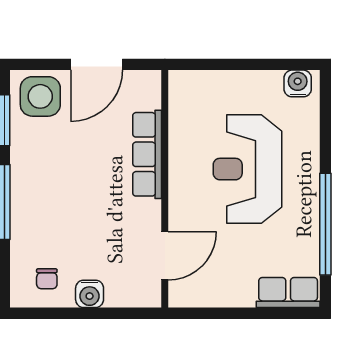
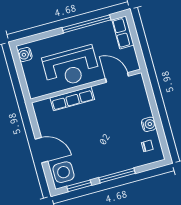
row of seats: (147, 154) -> (72, 99), moved
wall: (165, 189) -> (86, 86), moved
door: (165, 256) -> (117, 77), moved

